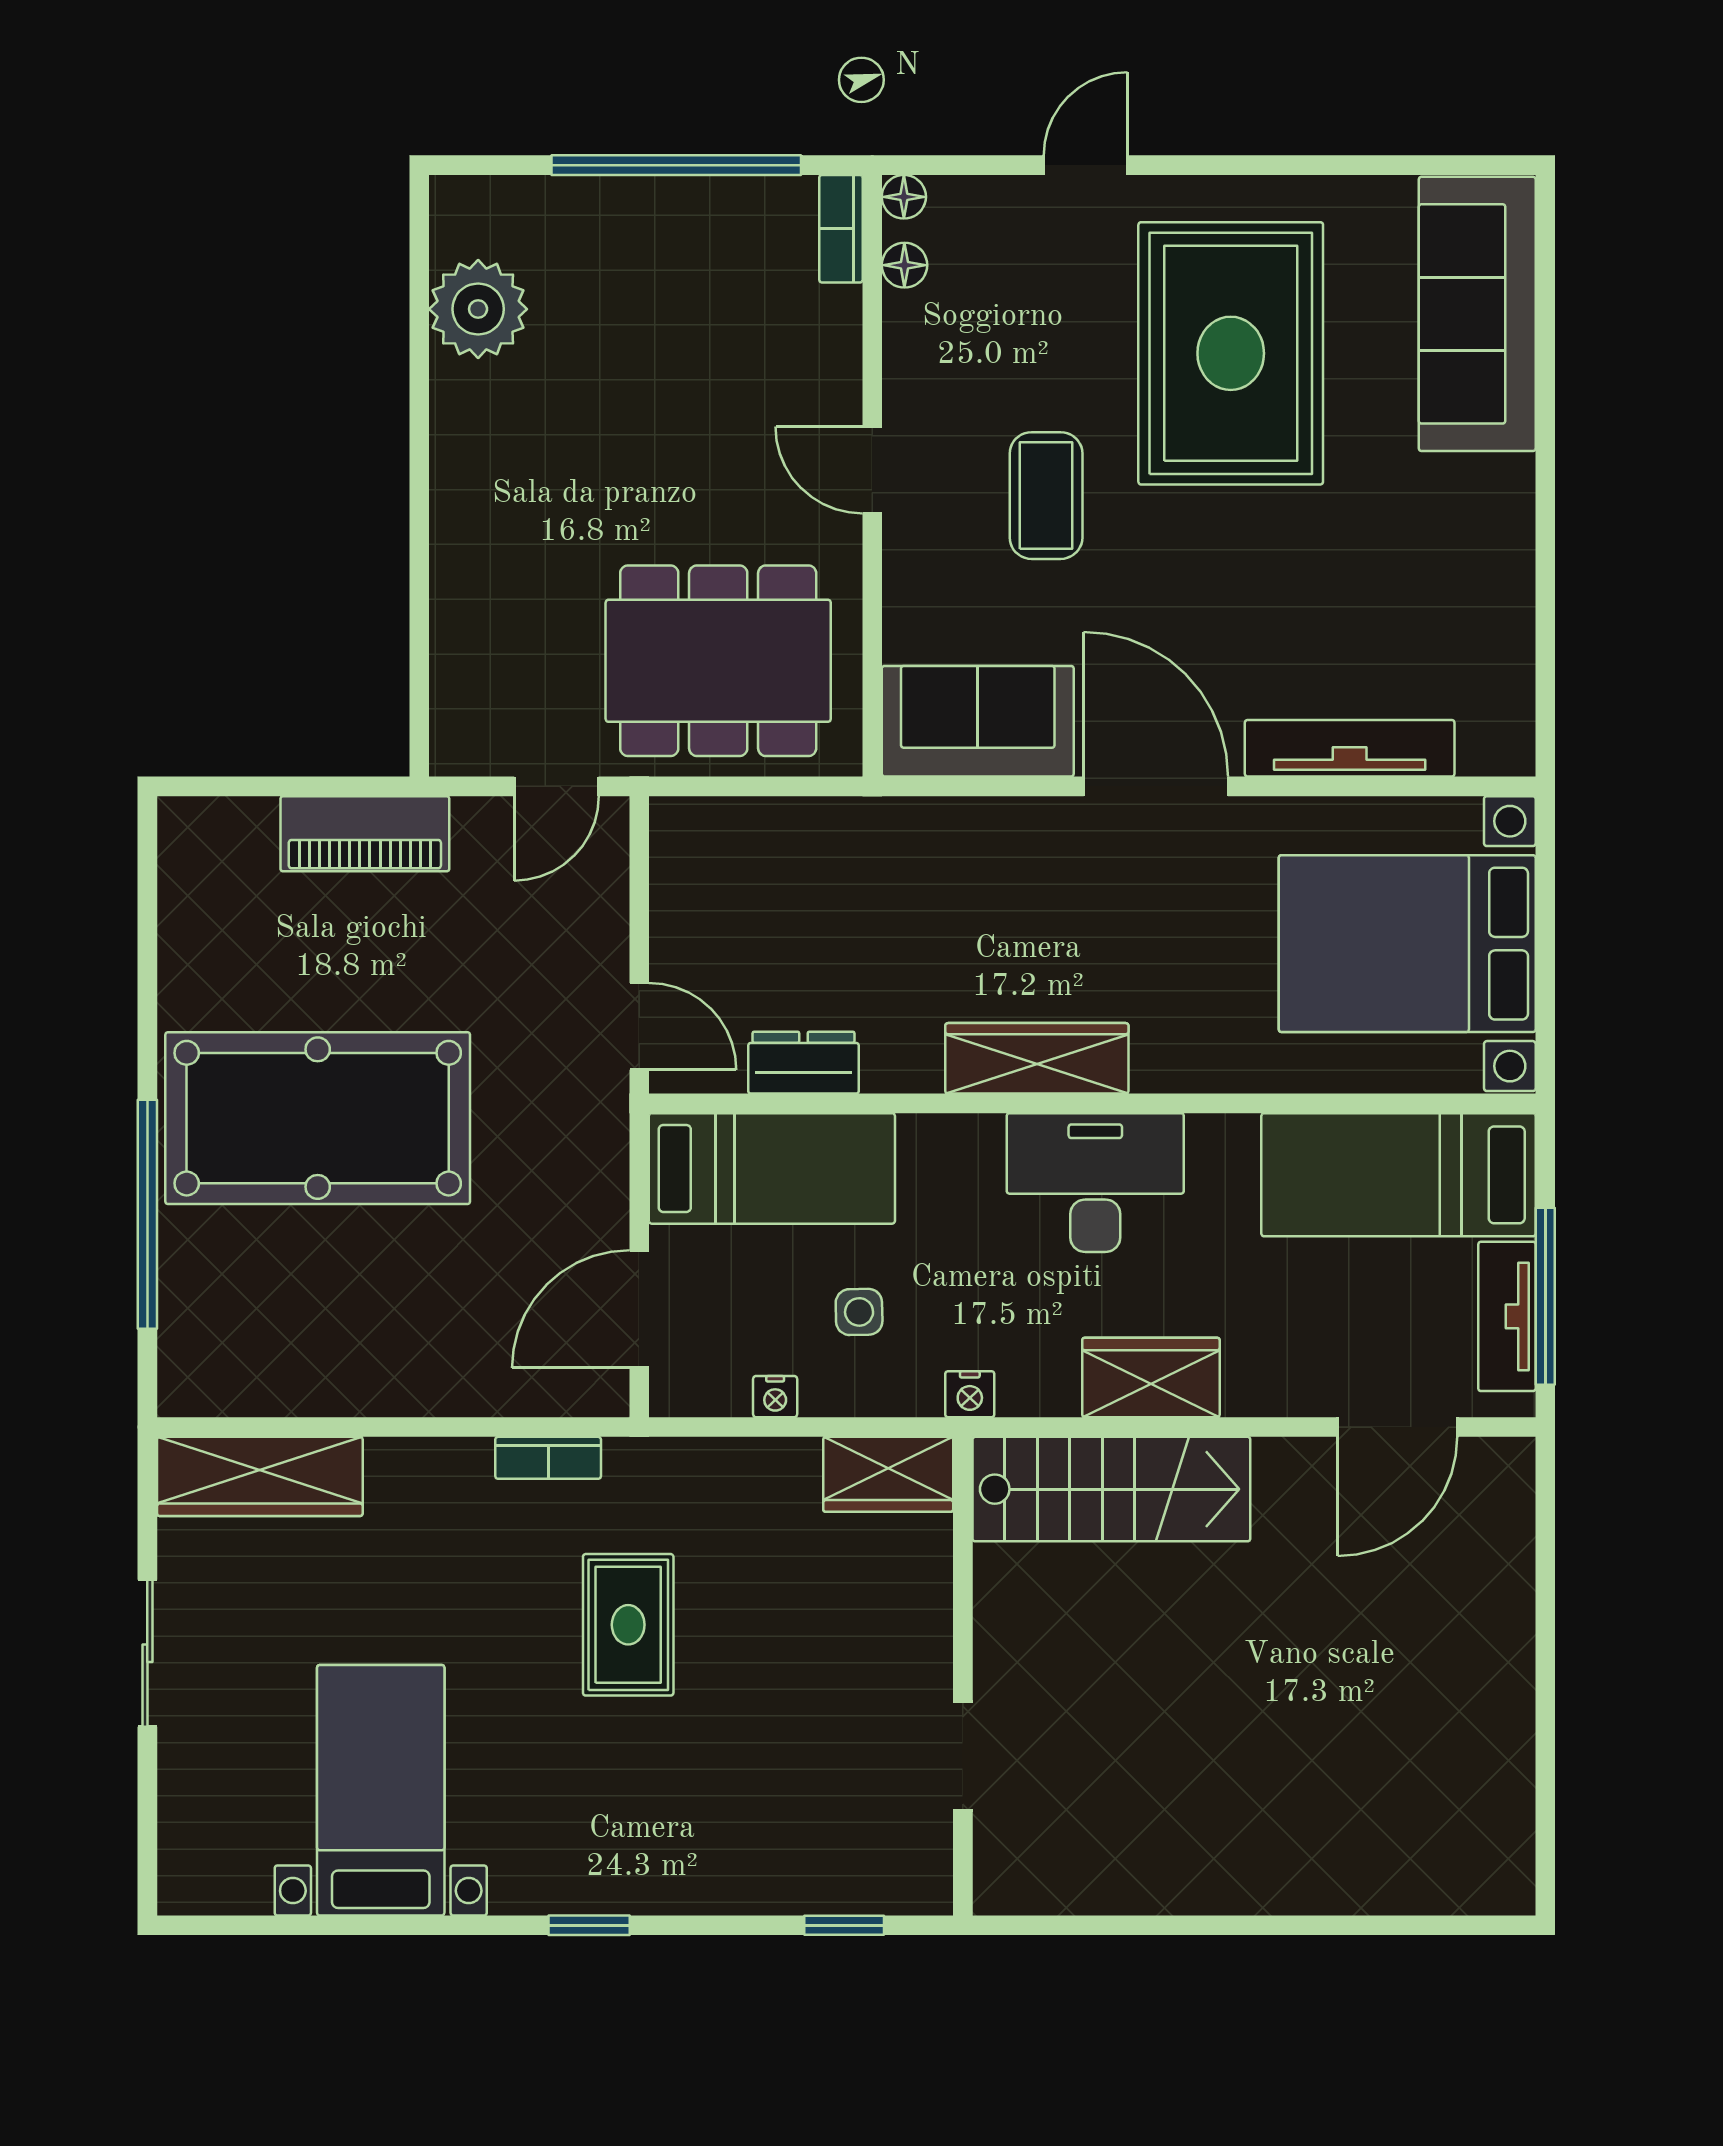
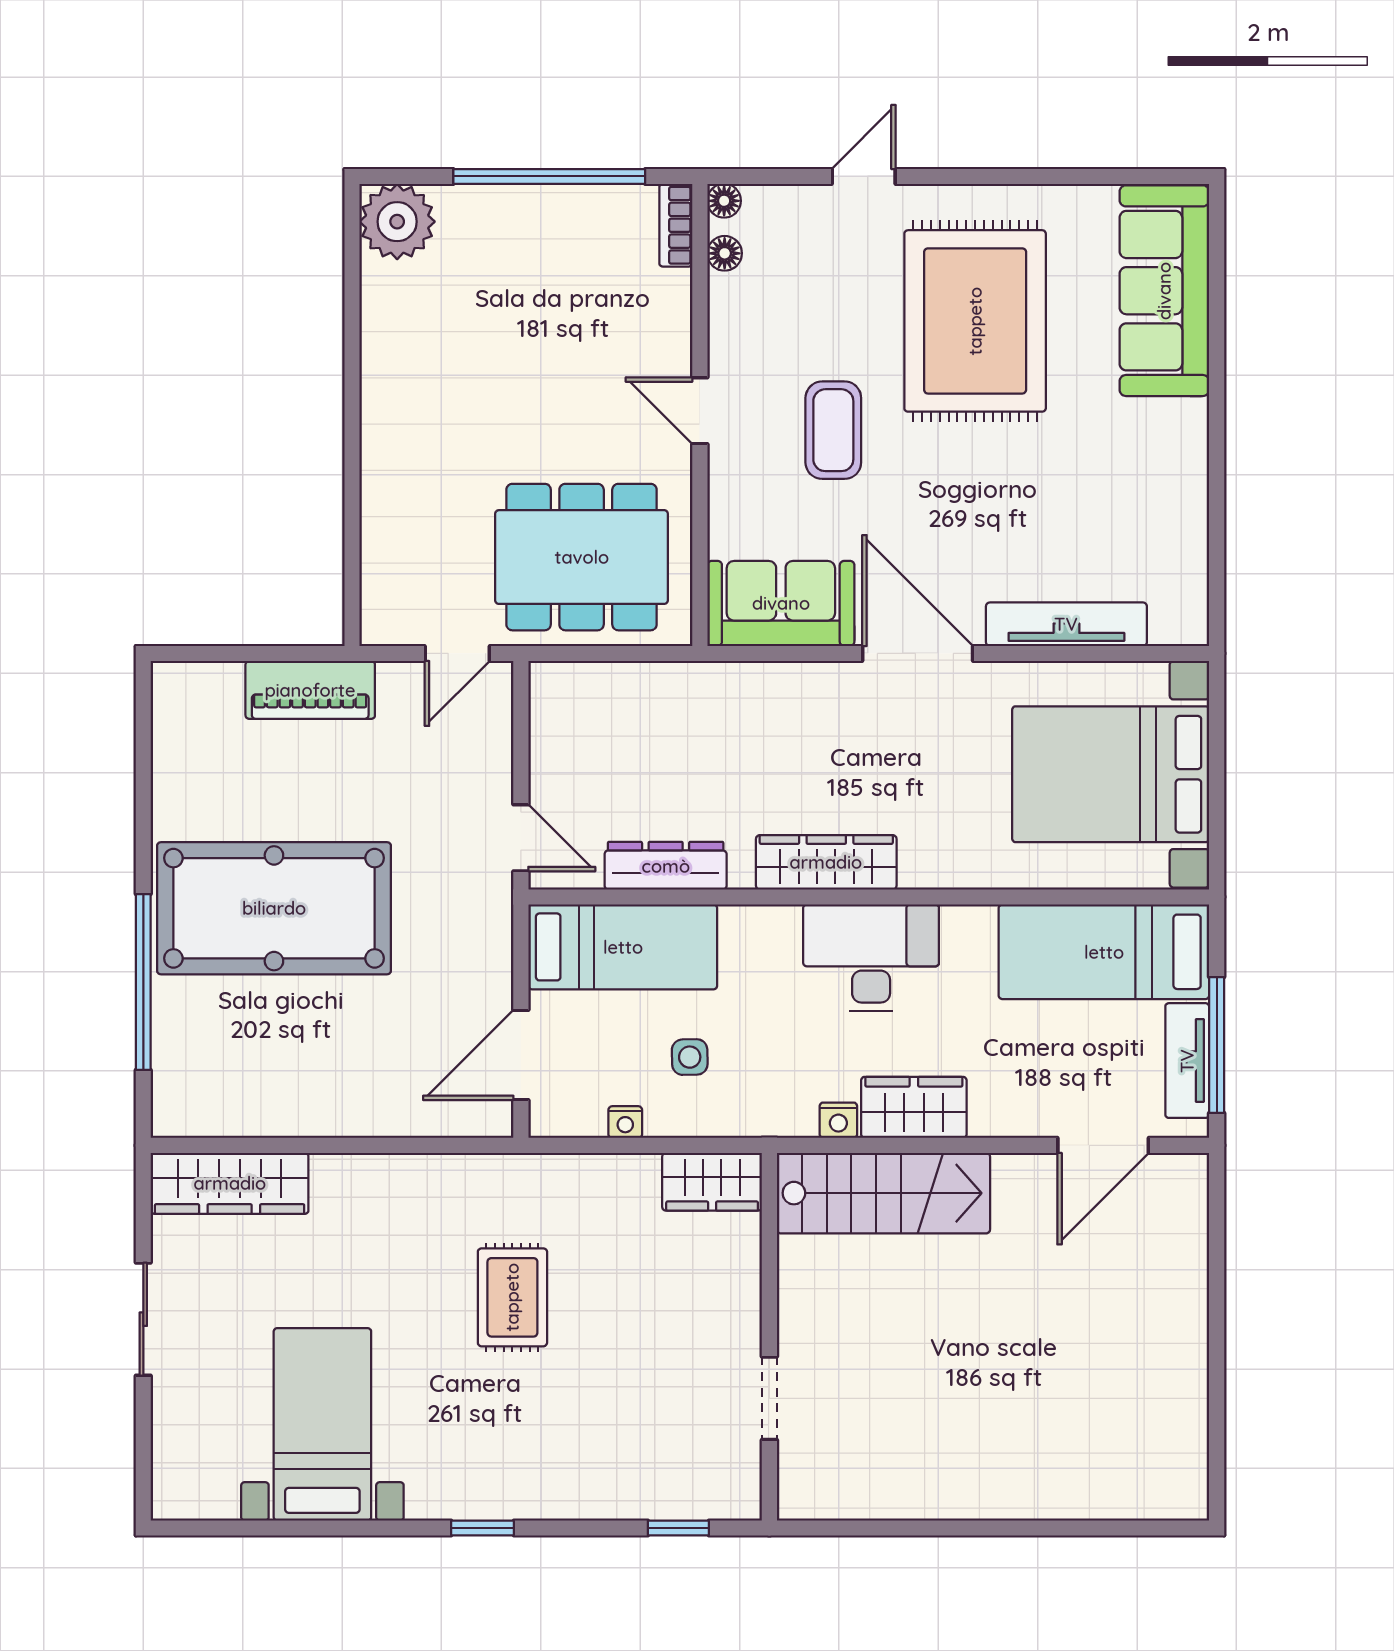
plant: (478, 309) -> (397, 222), moved
dresser: (803, 1063) -> (666, 866), width x1.44
nightstand: (970, 1394) -> (838, 1120), moved
bookcase: (548, 1458) -> (451, 1169), removed

